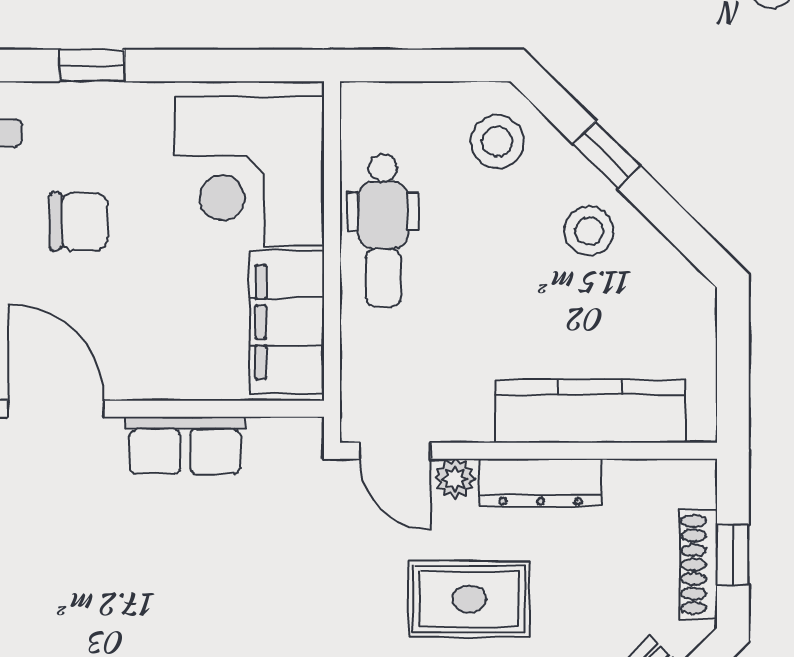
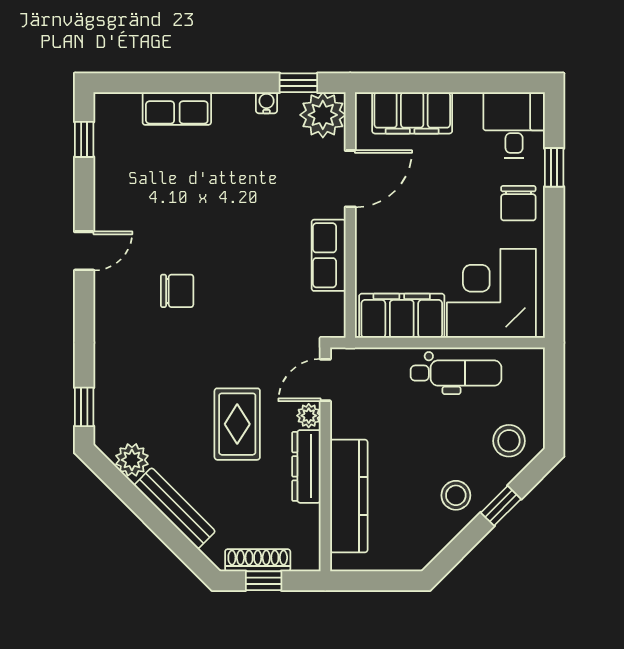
window: (92, 65) -> (554, 167), moved
chair: (79, 221) -> (518, 203), moved
dental chair: (383, 231) -> (456, 373), turned 180

